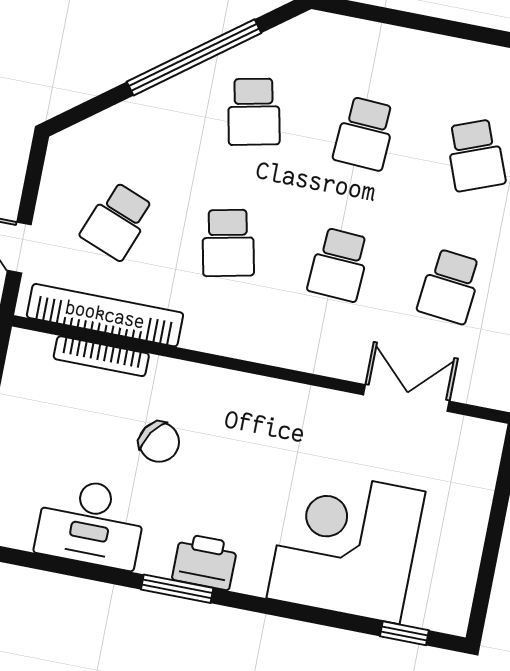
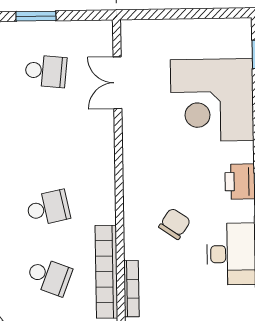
school desk: (339, 265) -> (47, 139), removed
bookcase: (101, 356) -> (131, 289), moved

